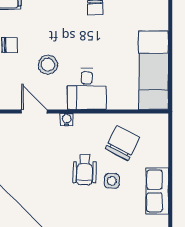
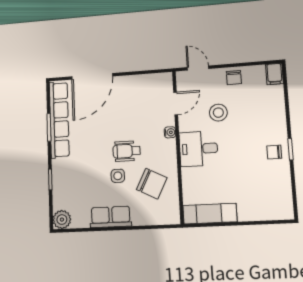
exam couch: (154, 70) -> (210, 214), width x0.73, depth x0.69

